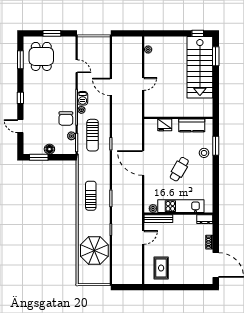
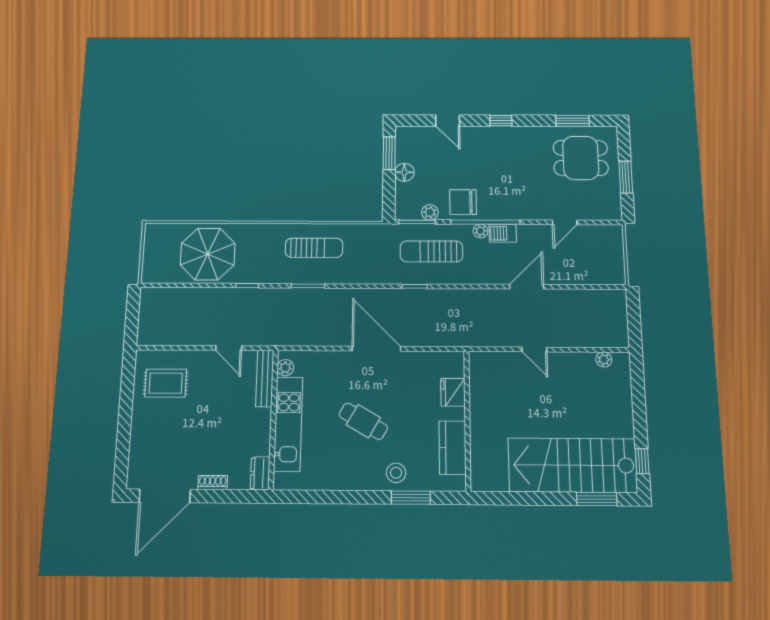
door: (20, 126) -> (448, 121), swing flipped
door: (143, 163) -> (376, 349), hinge flipped

